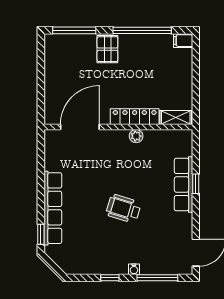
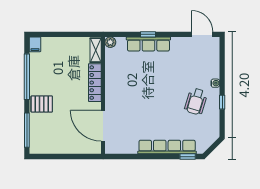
plant: (136, 136) -> (110, 42), moved
wheelchair: (123, 209) -> (196, 101), moved
window: (157, 278) -> (222, 65), removed

